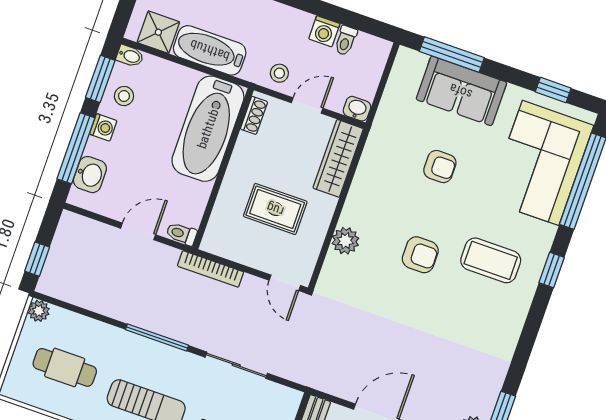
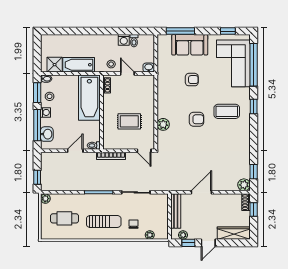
door: (307, 106) -> (127, 73), hinge flipped
wardrobe: (338, 158) -> (148, 91), removed

